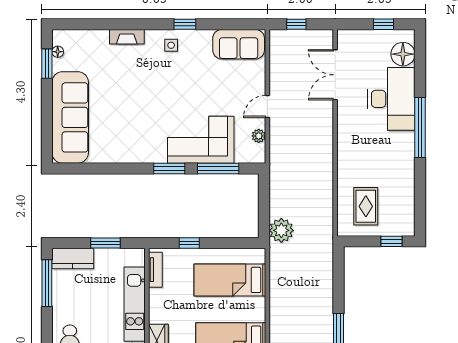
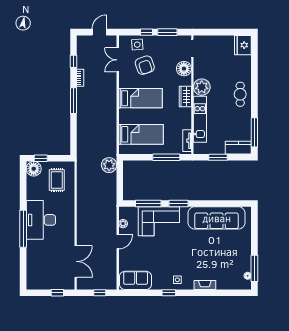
window: (383, 24) -> (57, 293), moved
floor lamp: (403, 54) -> (34, 169), moved
window: (47, 64) -> (254, 268), width x1.44
desk: (391, 99) -> (41, 220), moved
sofa: (70, 117) -> (217, 218), moved, turned -90
window: (189, 243) -> (166, 157), width x2.17

